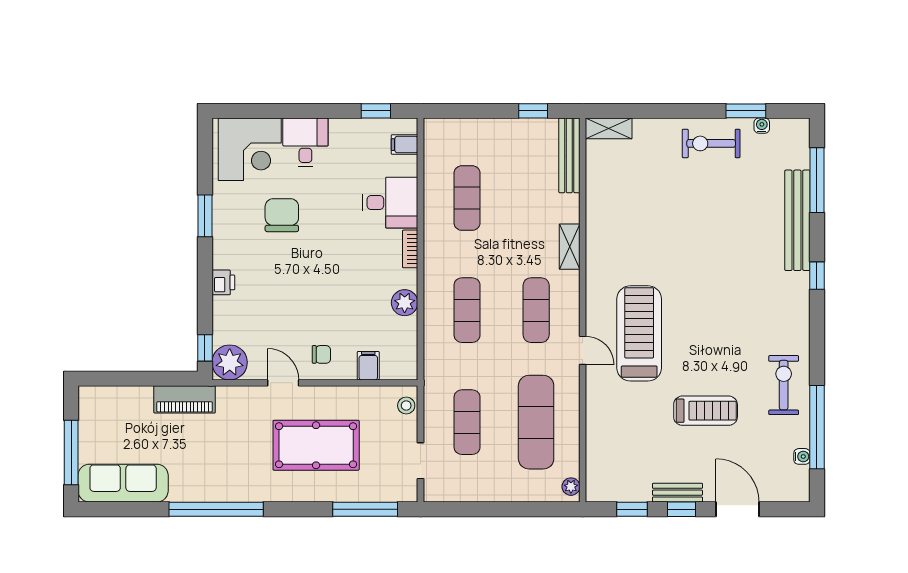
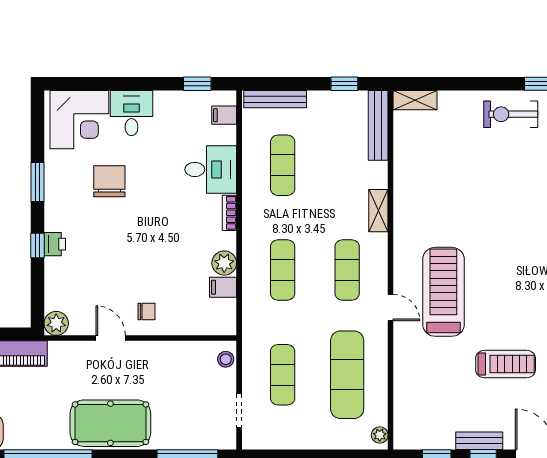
bench: (459, 127) -> (275, 99), added
window: (205, 348) -> (38, 246), moved
plant: (230, 362) -> (56, 323), width x0.73, depth x0.73
filing cabinet: (368, 366) -> (223, 287), moved, turned -90
pool table: (316, 445) -> (110, 423), moved

